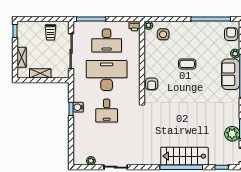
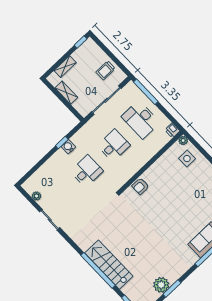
coffee table: (187, 64) -> (182, 199), removed
desk: (107, 76) -> (114, 145), width x0.53, depth x0.77
desk: (107, 111) -> (87, 171), turned 180

